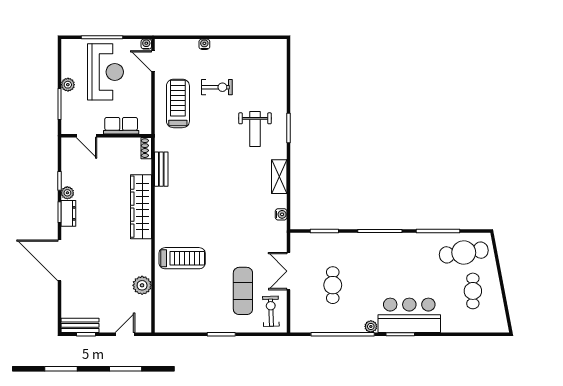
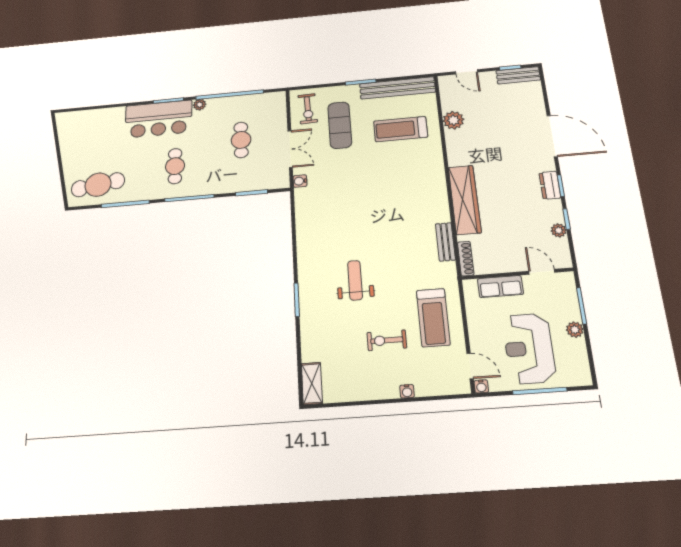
weight bench: (255, 129) -> (355, 280), moved
shoe rack: (146, 148) -> (466, 259), width x1.43
shelving: (279, 177) -> (312, 383), moved
plant: (67, 193) -> (559, 230), moved
water cooler: (281, 214) -> (300, 181), moved
treadmill: (182, 258) -> (401, 129), moved
cafe table: (473, 291) -> (175, 166), moved
bench: (188, 324) -> (397, 88), added
door: (125, 334) -> (467, 72), hinge flipped

